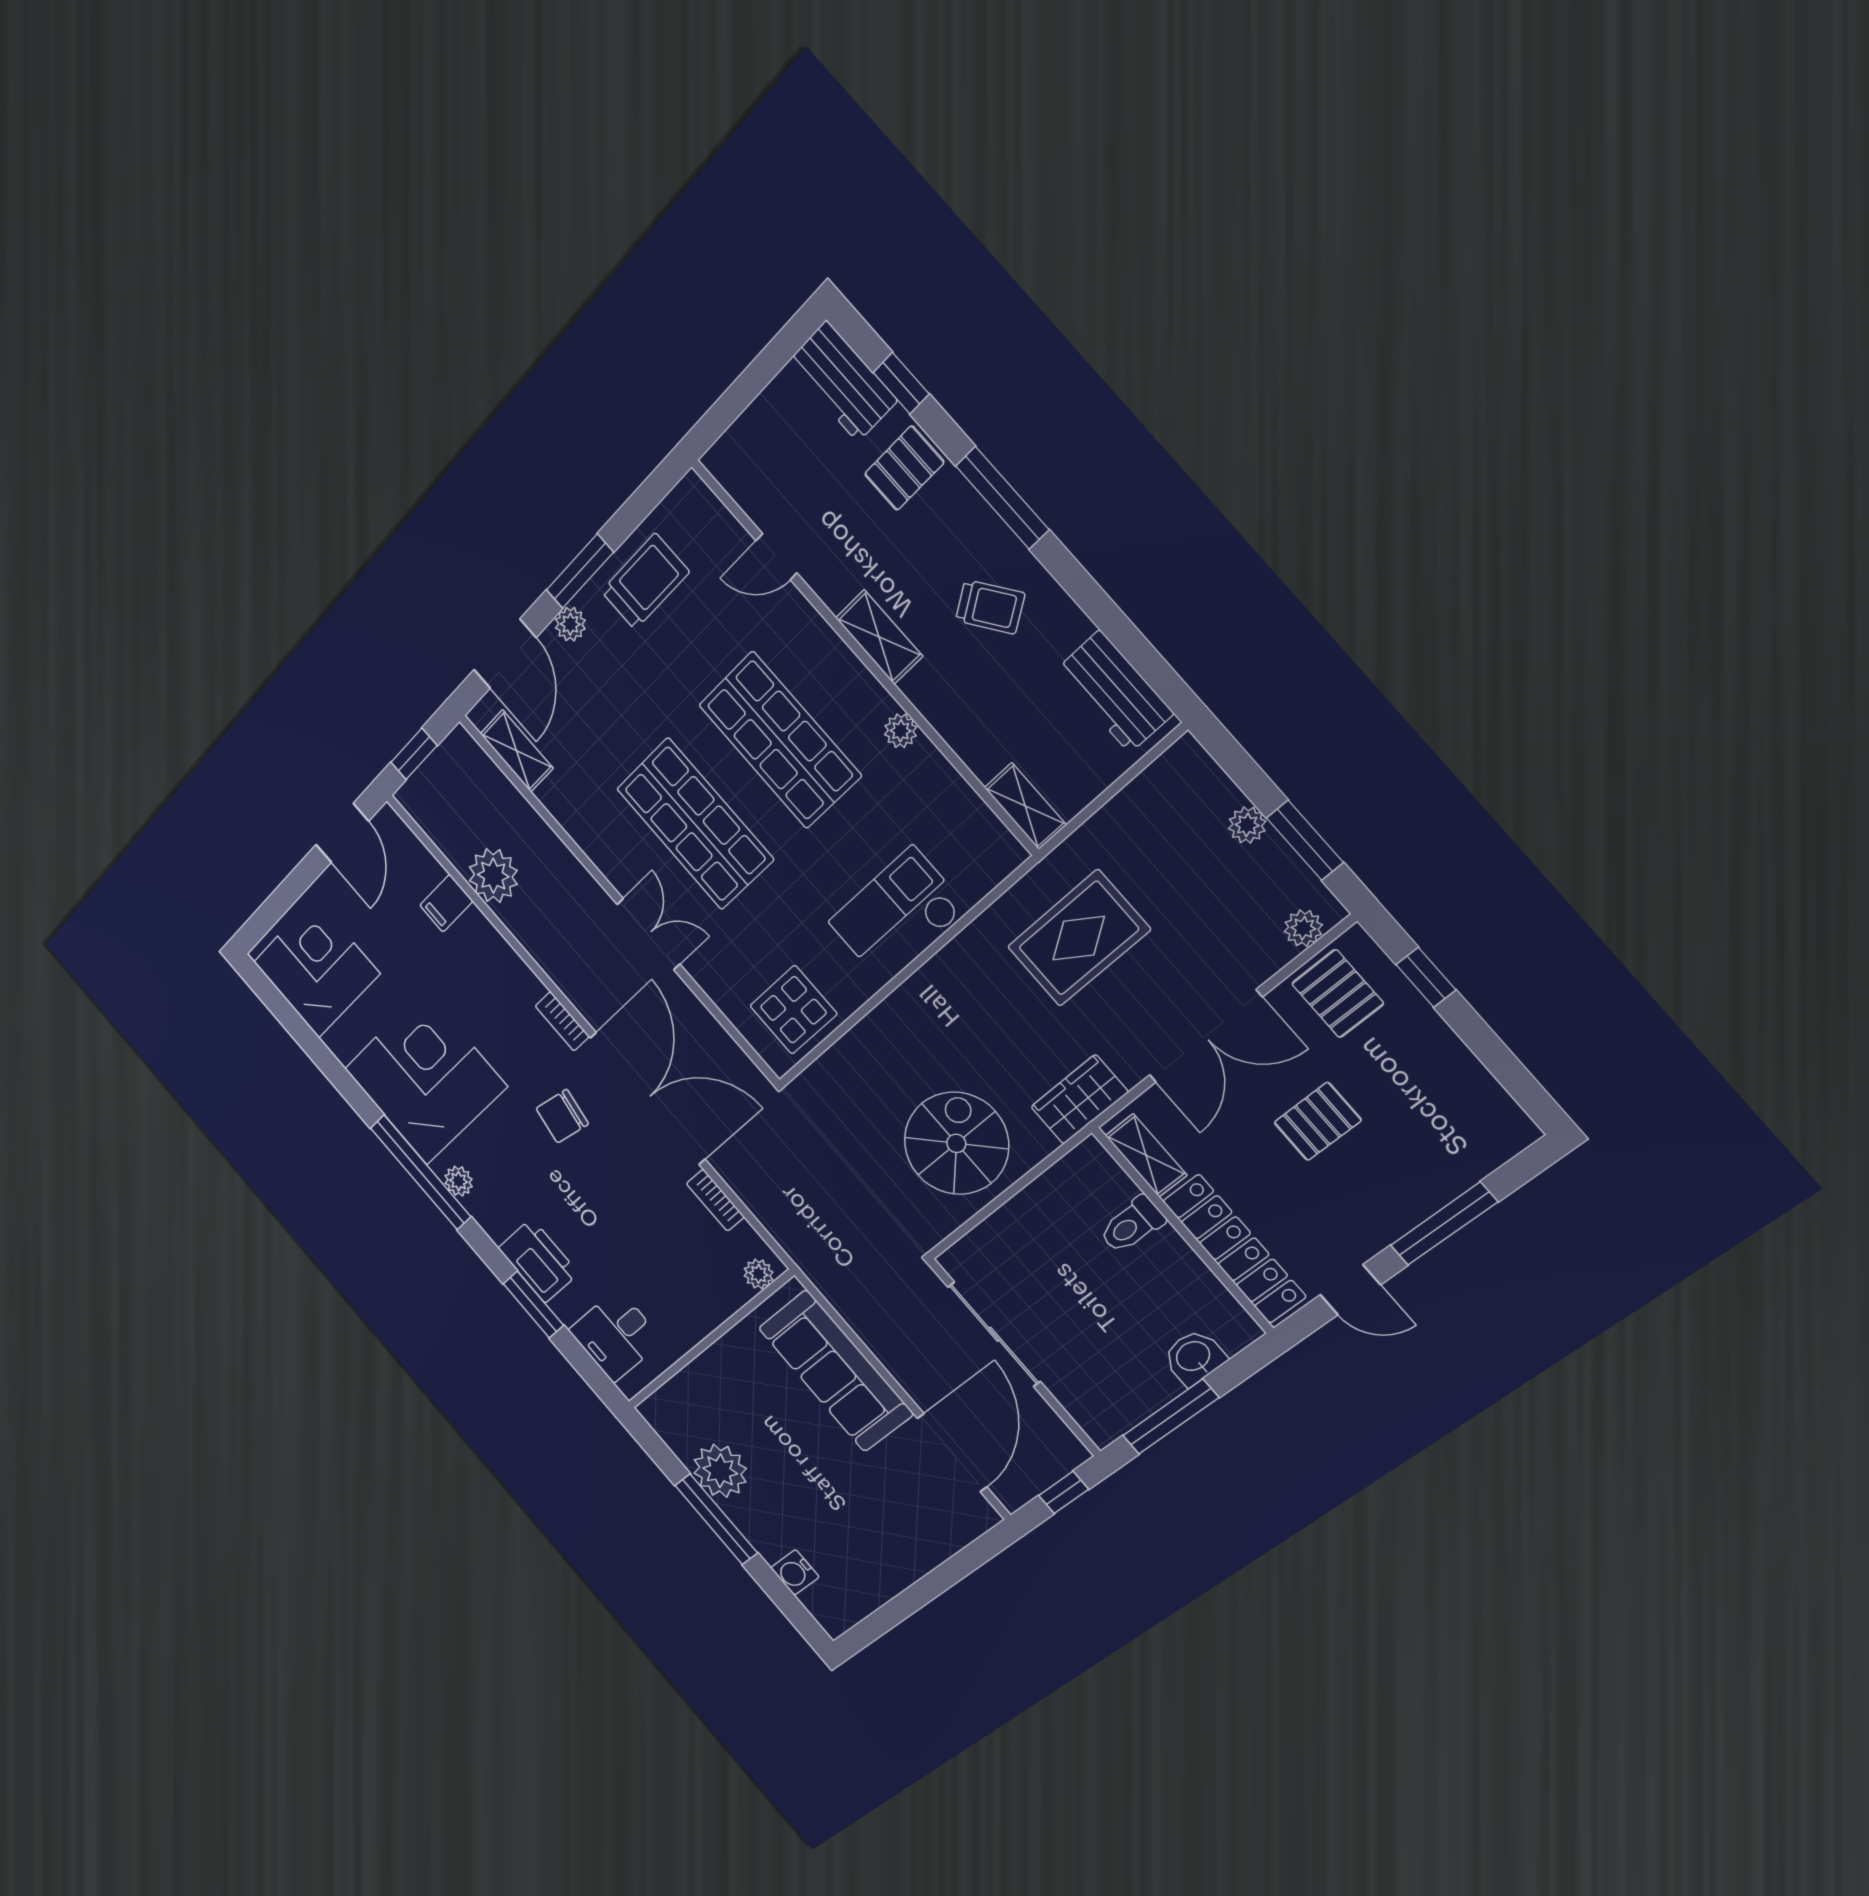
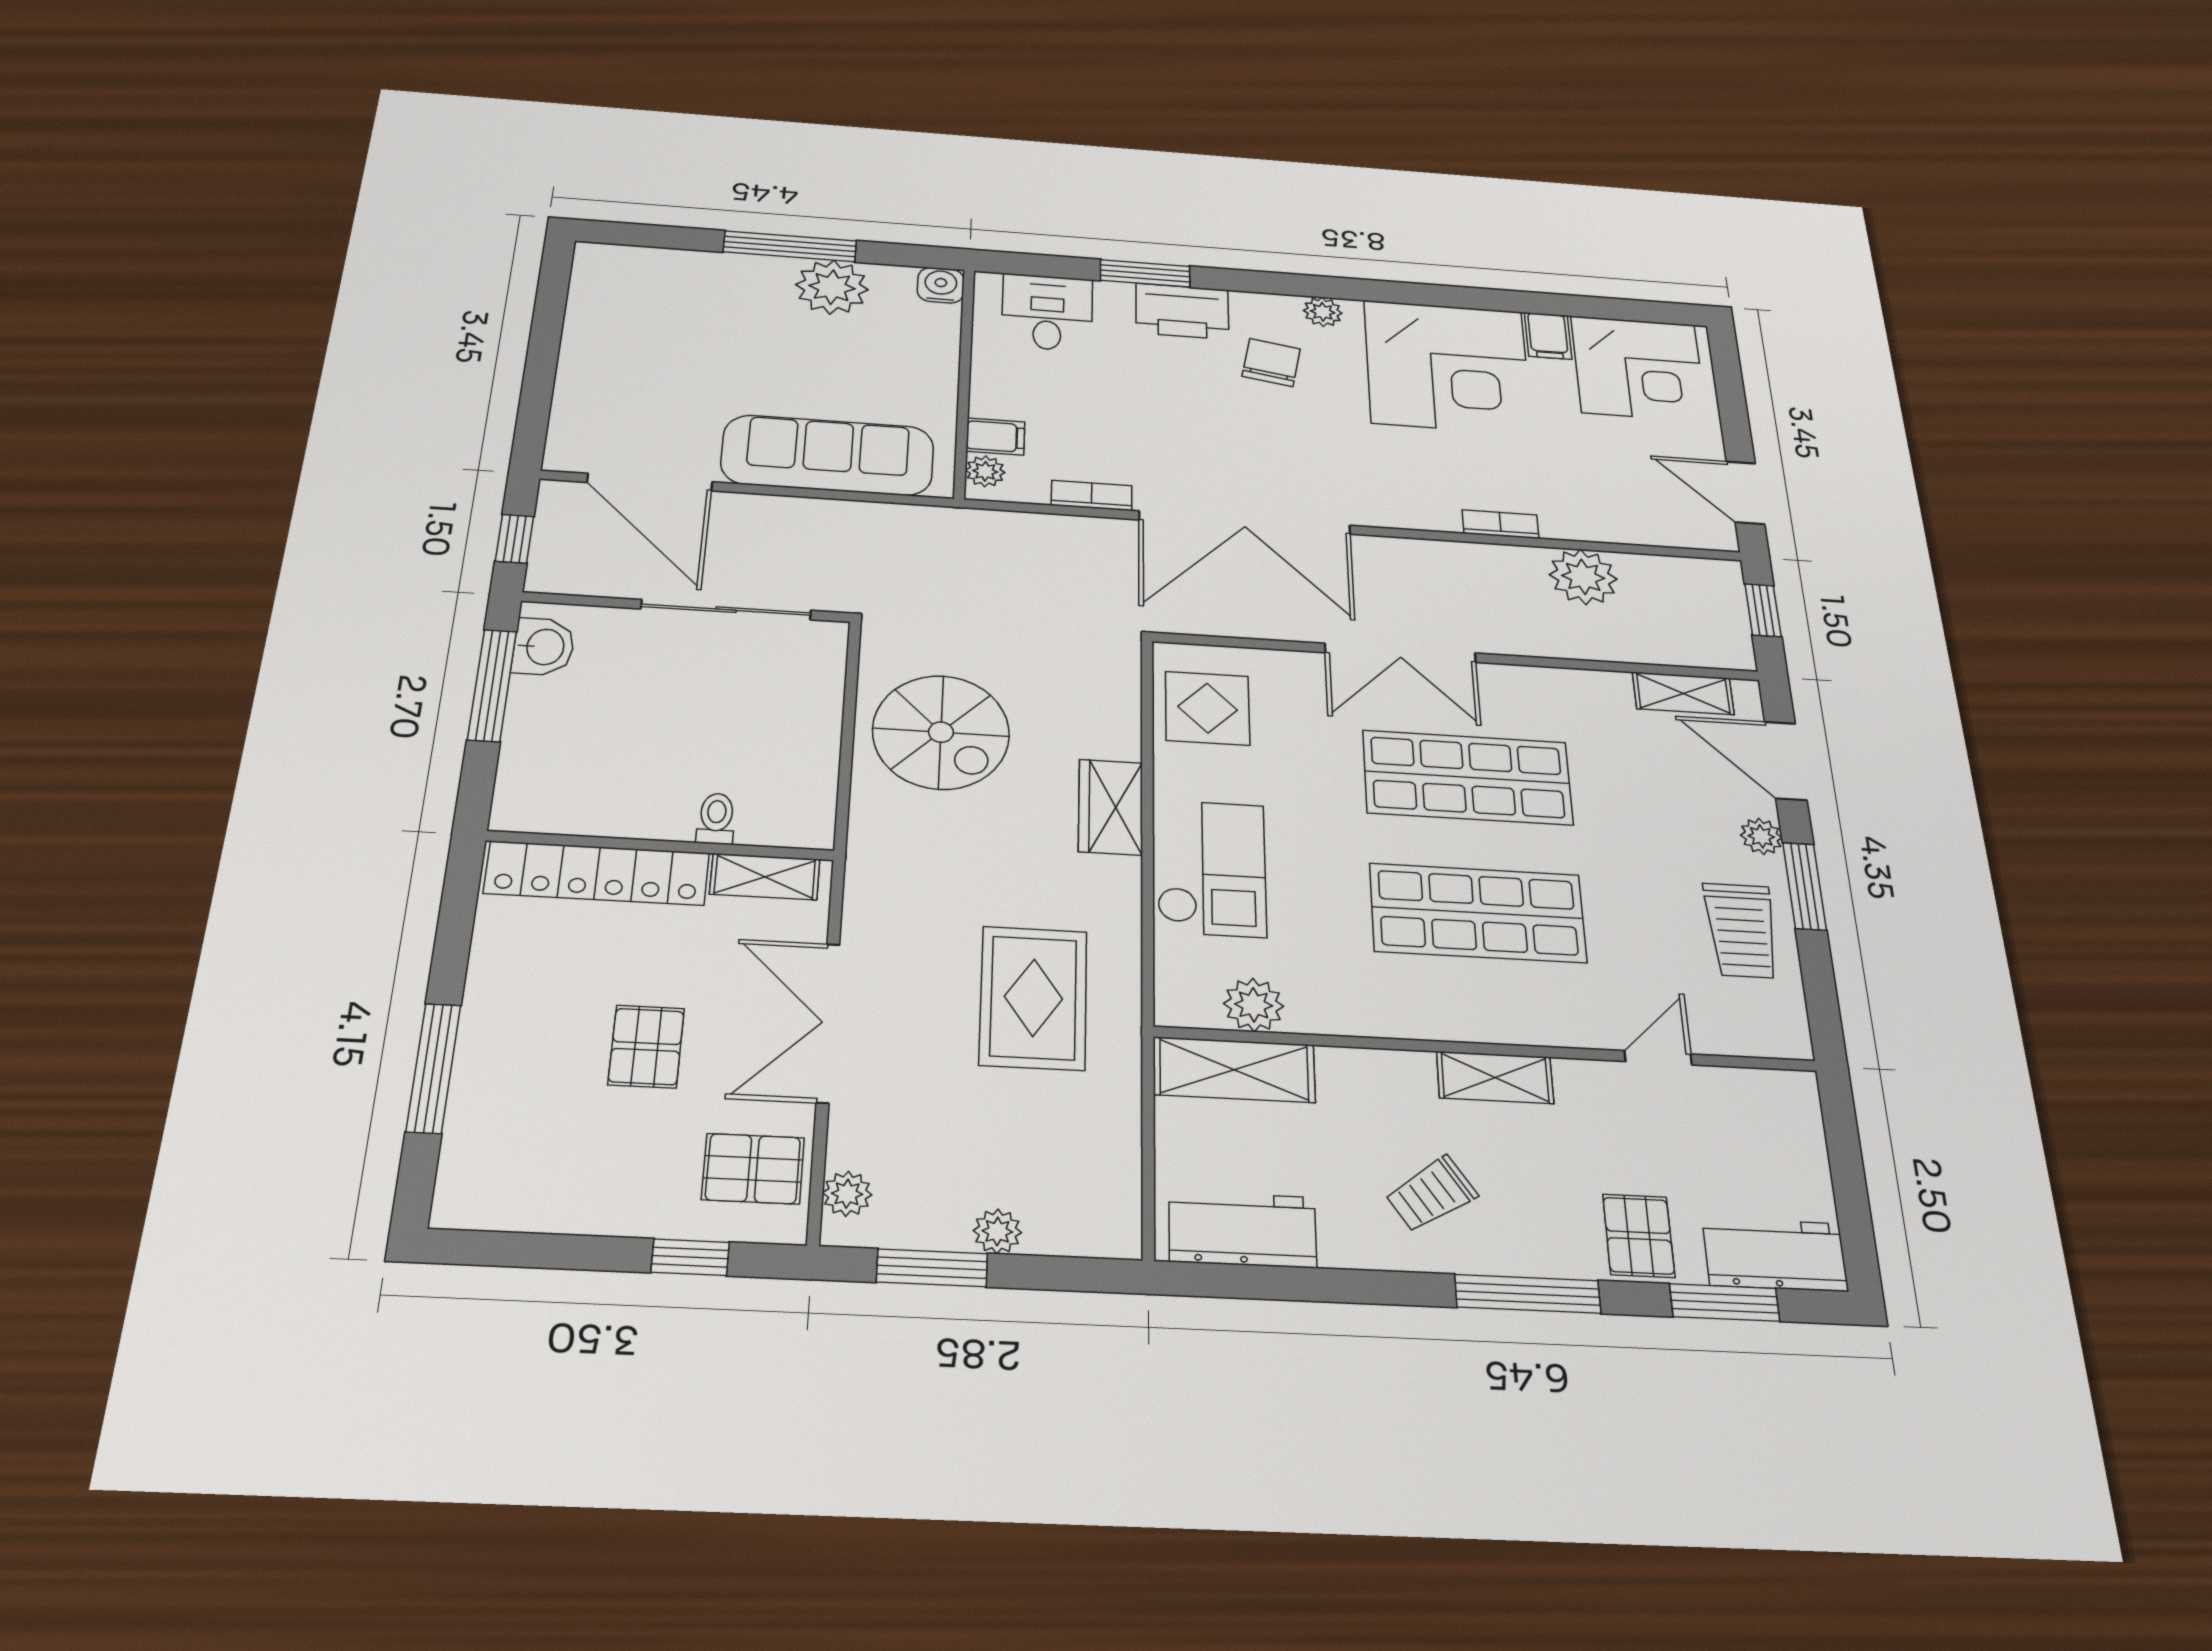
window: (901, 383) -> (1725, 1303), width x1.50
plant: (901, 731) -> (1254, 1005), moved, width x1.38, depth x1.38
shelving: (1025, 806) -> (1234, 1070), width x1.50, depth x1.33
filing cabinet: (446, 903) -> (1548, 336), moved, turned 180
double door: (649, 934) -> (1400, 653), width x1.37
bookcase: (562, 1021) -> (1501, 524), moved
wardrobe: (1079, 1099) -> (1111, 807), moved, turned 180
chair: (562, 1116) -> (1271, 363), moved
window: (421, 1172) -> (1362, 290), removed
toilet: (1132, 1225) -> (716, 819), width x0.73, depth x0.72
filing cabinet: (729, 1289) -> (995, 437), added
door: (1350, 1290) -> (454, 936), removed
washbasin: (1194, 1357) -> (544, 647), moved
water cooler: (795, 1572) -> (941, 285), moved

